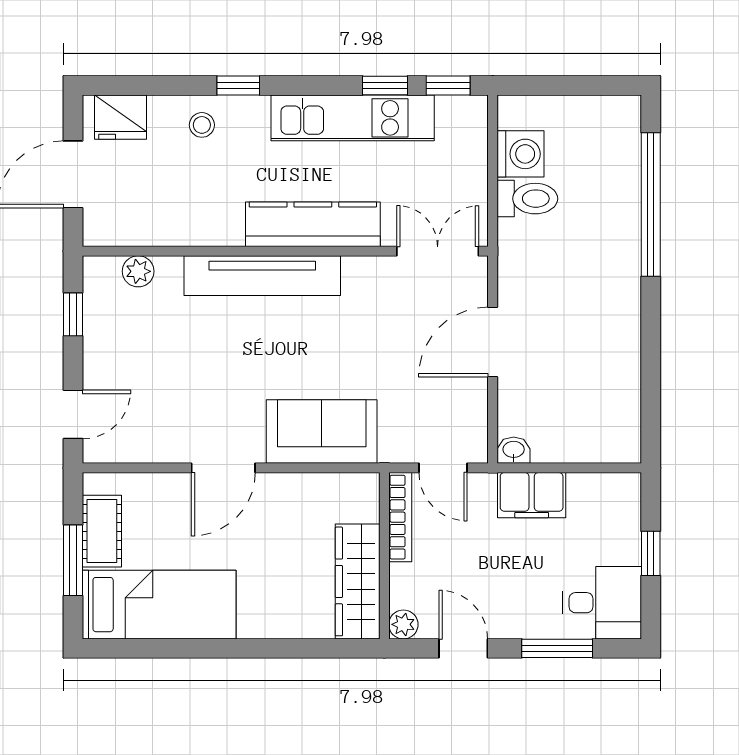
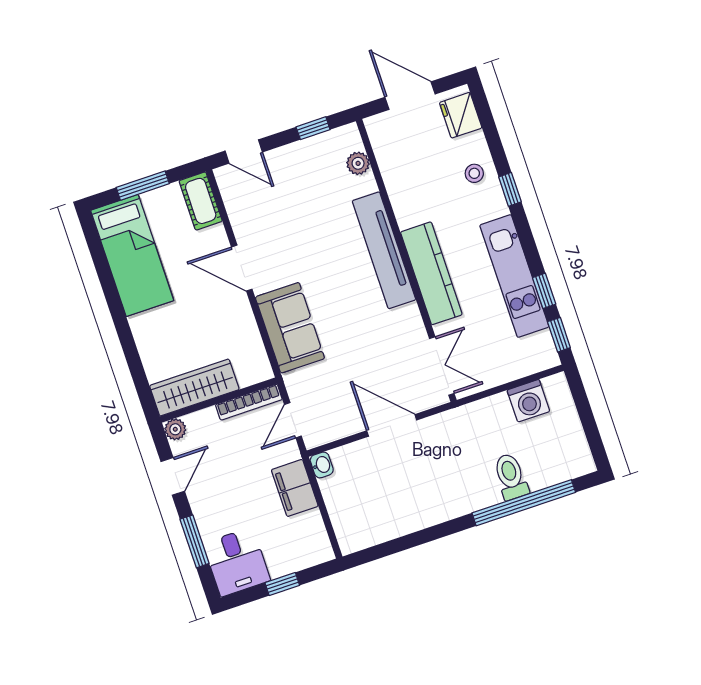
toilet: (527, 199) -> (511, 477), moved, turned 180
cot: (102, 531) -> (201, 201), moved, turned 90

